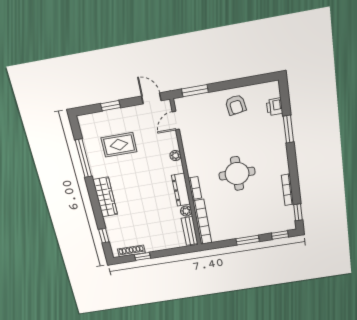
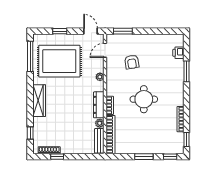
armchair: (236, 105) -> (132, 62), moved
rug: (119, 145) -> (59, 61), width x1.86, depth x2.06
window: (84, 158) -> (30, 56), moved

